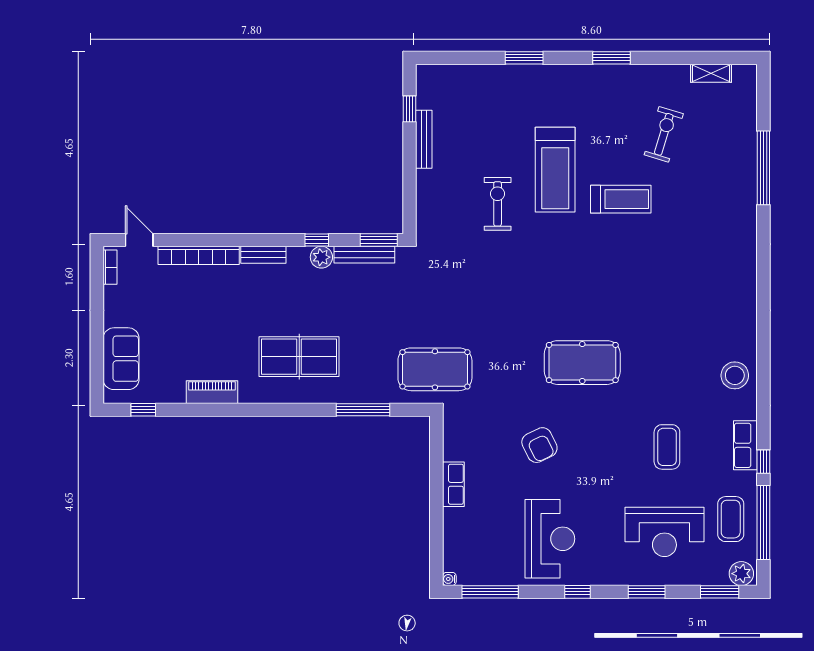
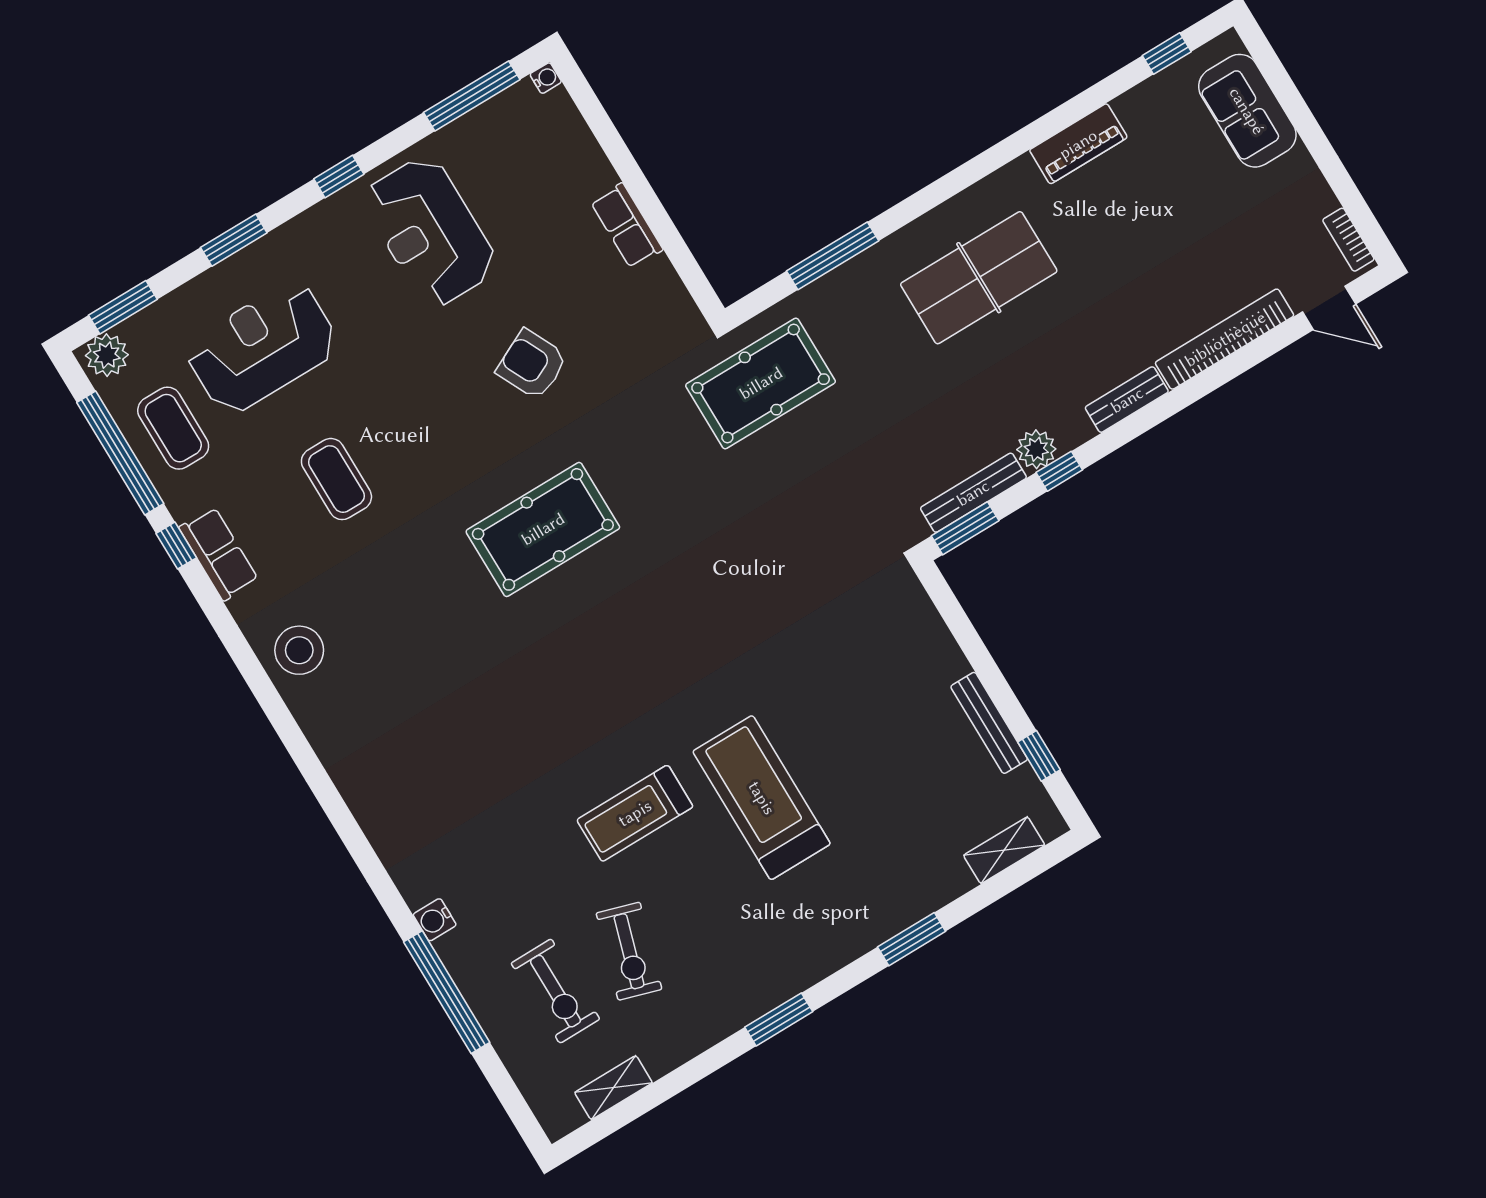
shelving: (454, 74) -> (1004, 850), added
exercise bike: (498, 204) -> (555, 991), moved
water cooler: (748, 206) -> (435, 920), added

